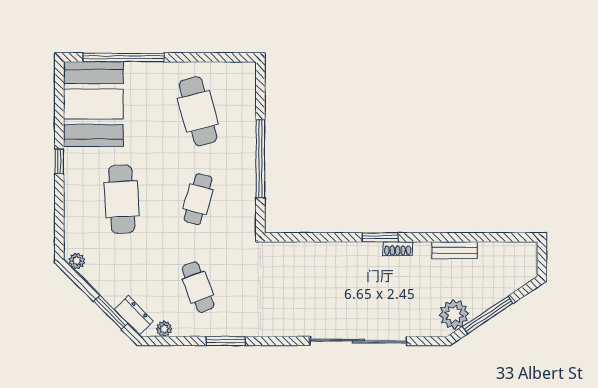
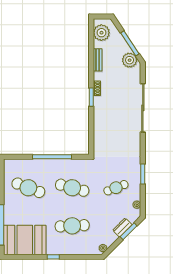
cafe table: (198, 111) -> (28, 188), turned 36
cafe table: (198, 199) -> (72, 188), width x1.37, depth x1.35
plant: (509, 258) -> (101, 33), added
dresser: (134, 315) -> (122, 227), moved

